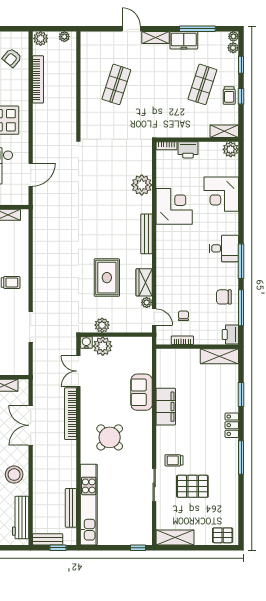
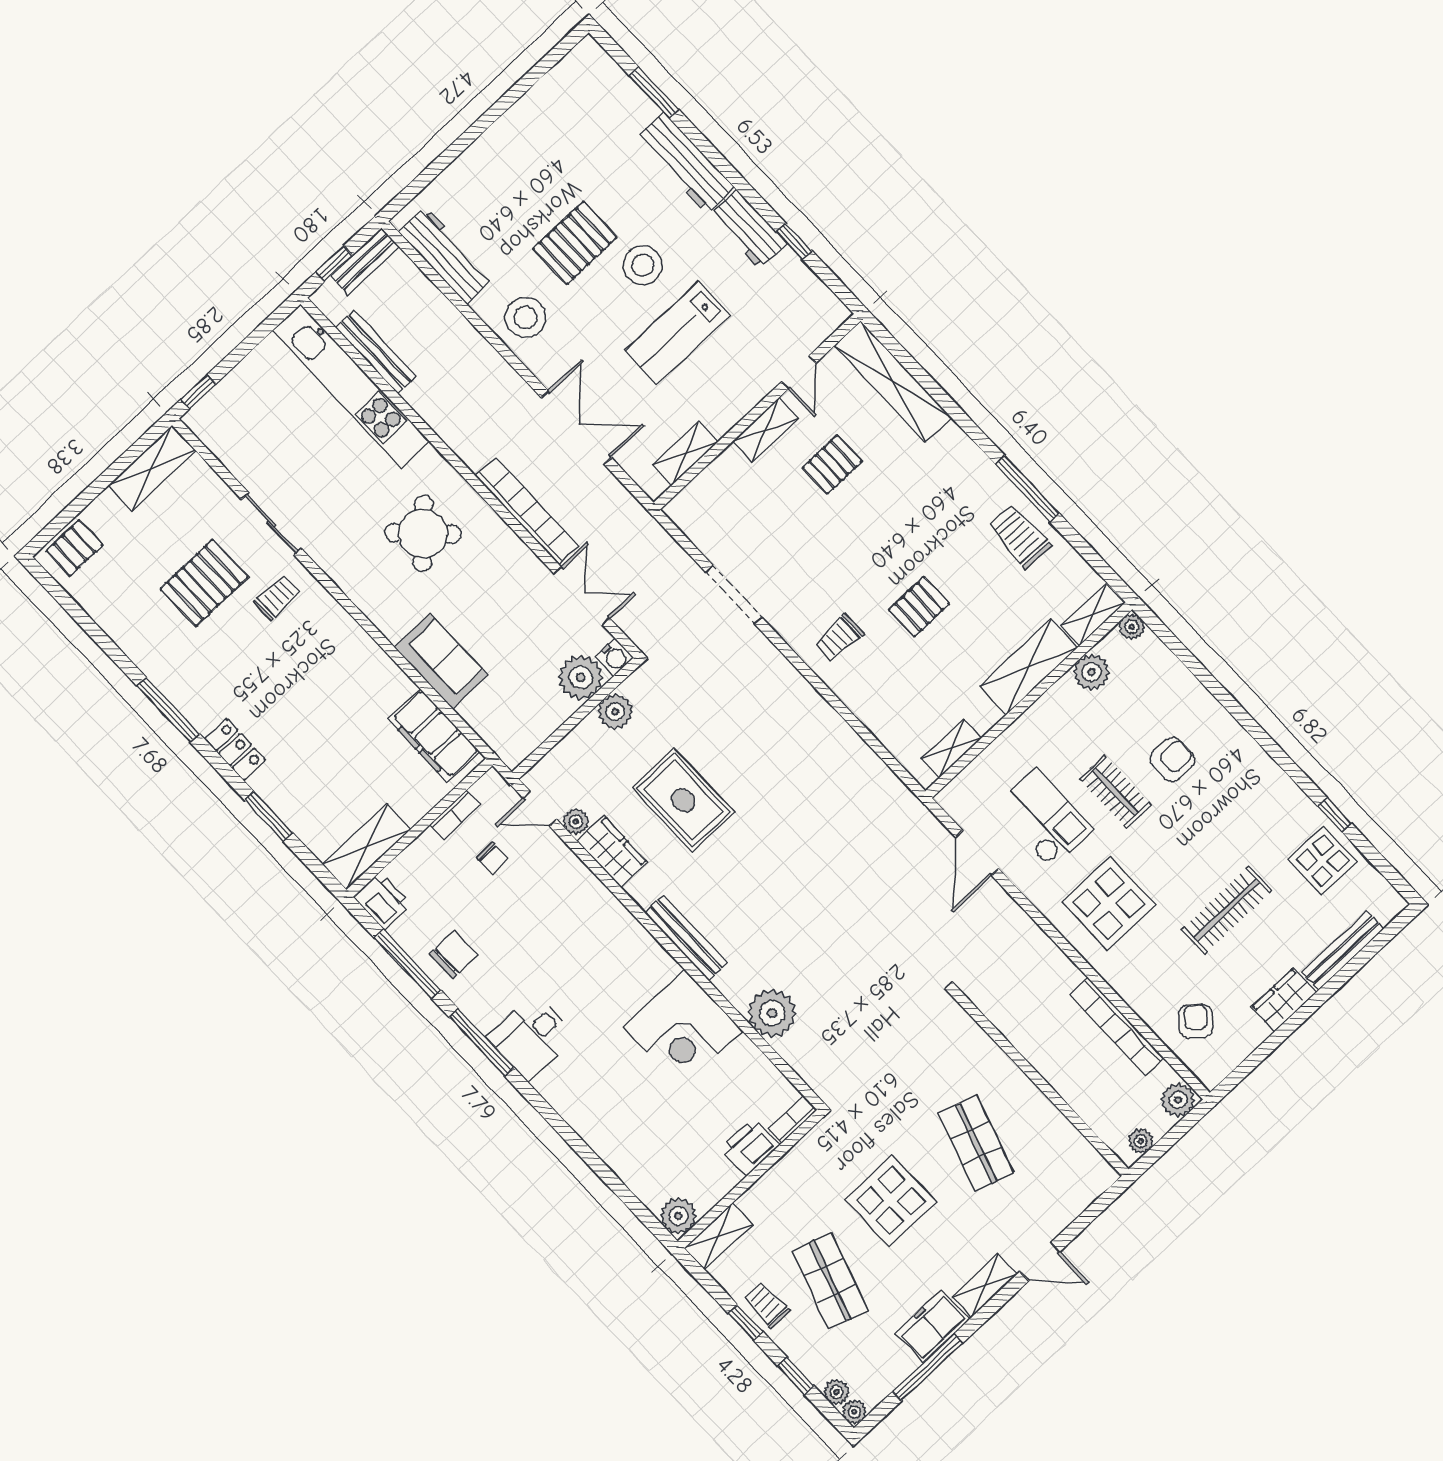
display table: (160, 92) -> (891, 1200), added
corner desk: (221, 194) -> (623, 1125), removed
filing cabinet: (166, 407) -> (434, 736), moved

